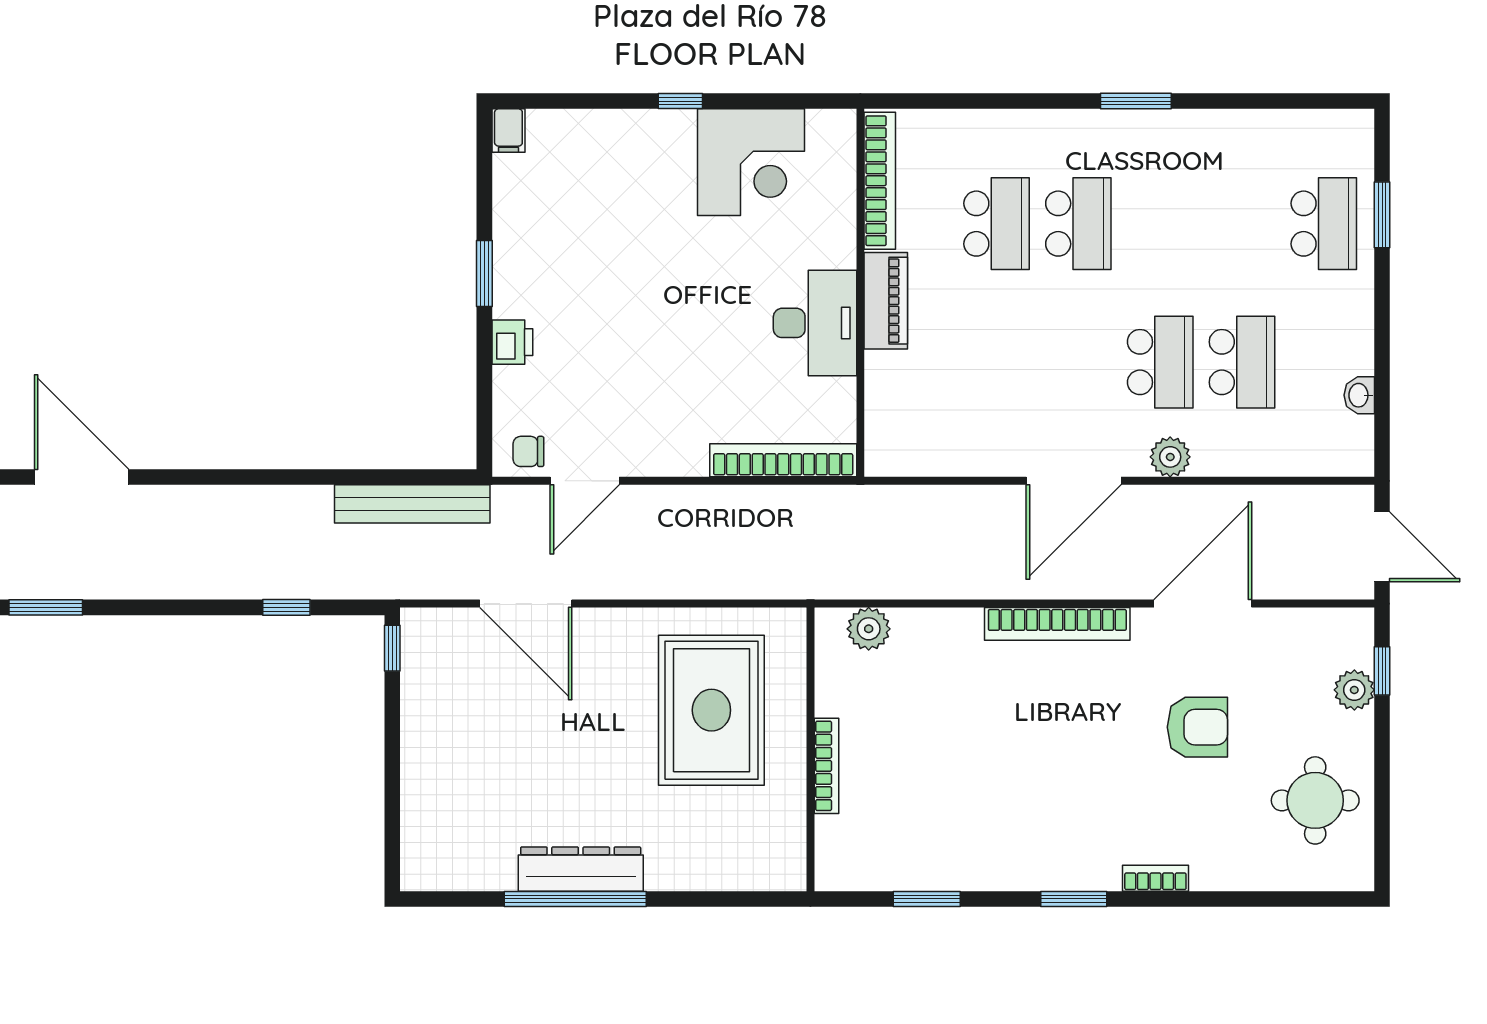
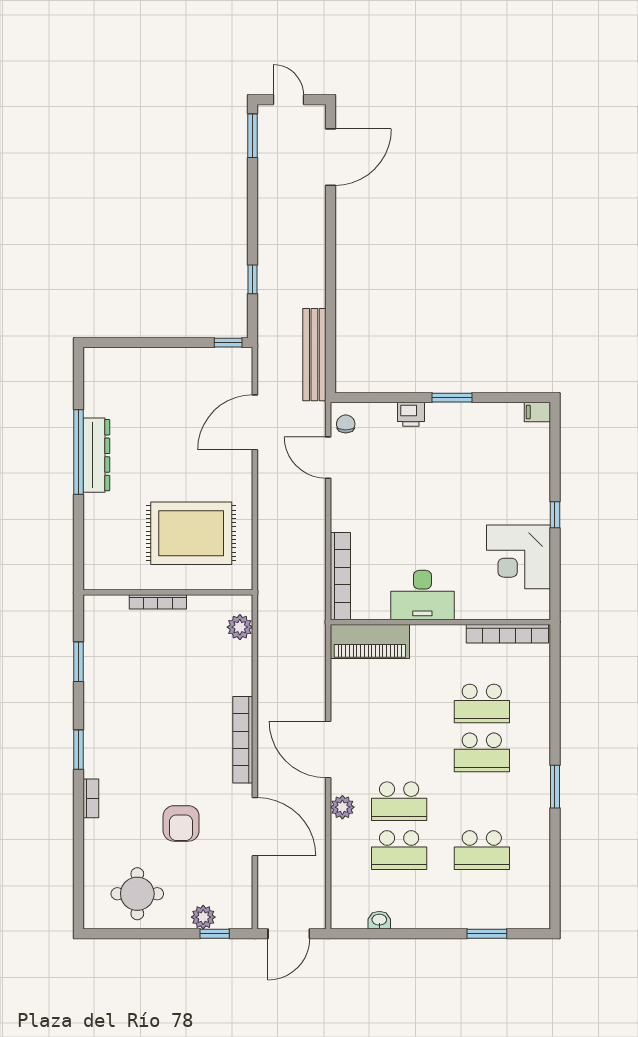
school desk: (1324, 224) -> (482, 850), moved
piano: (886, 301) -> (370, 642), moved, width x1.37, depth x1.33

